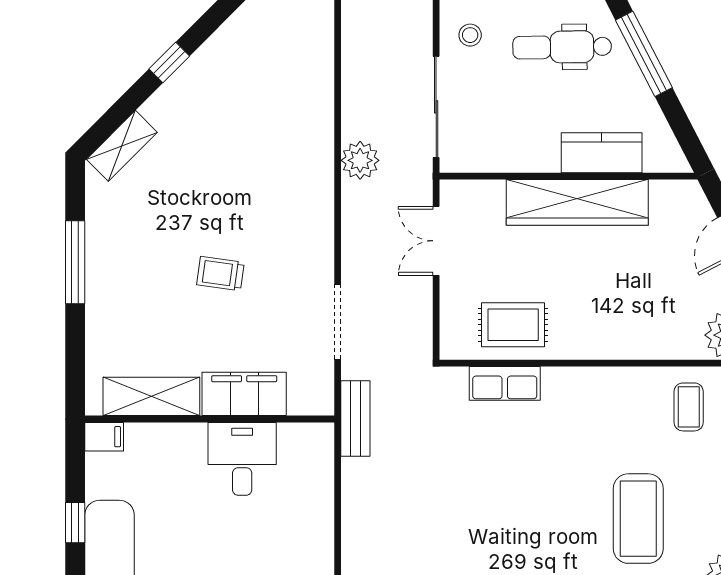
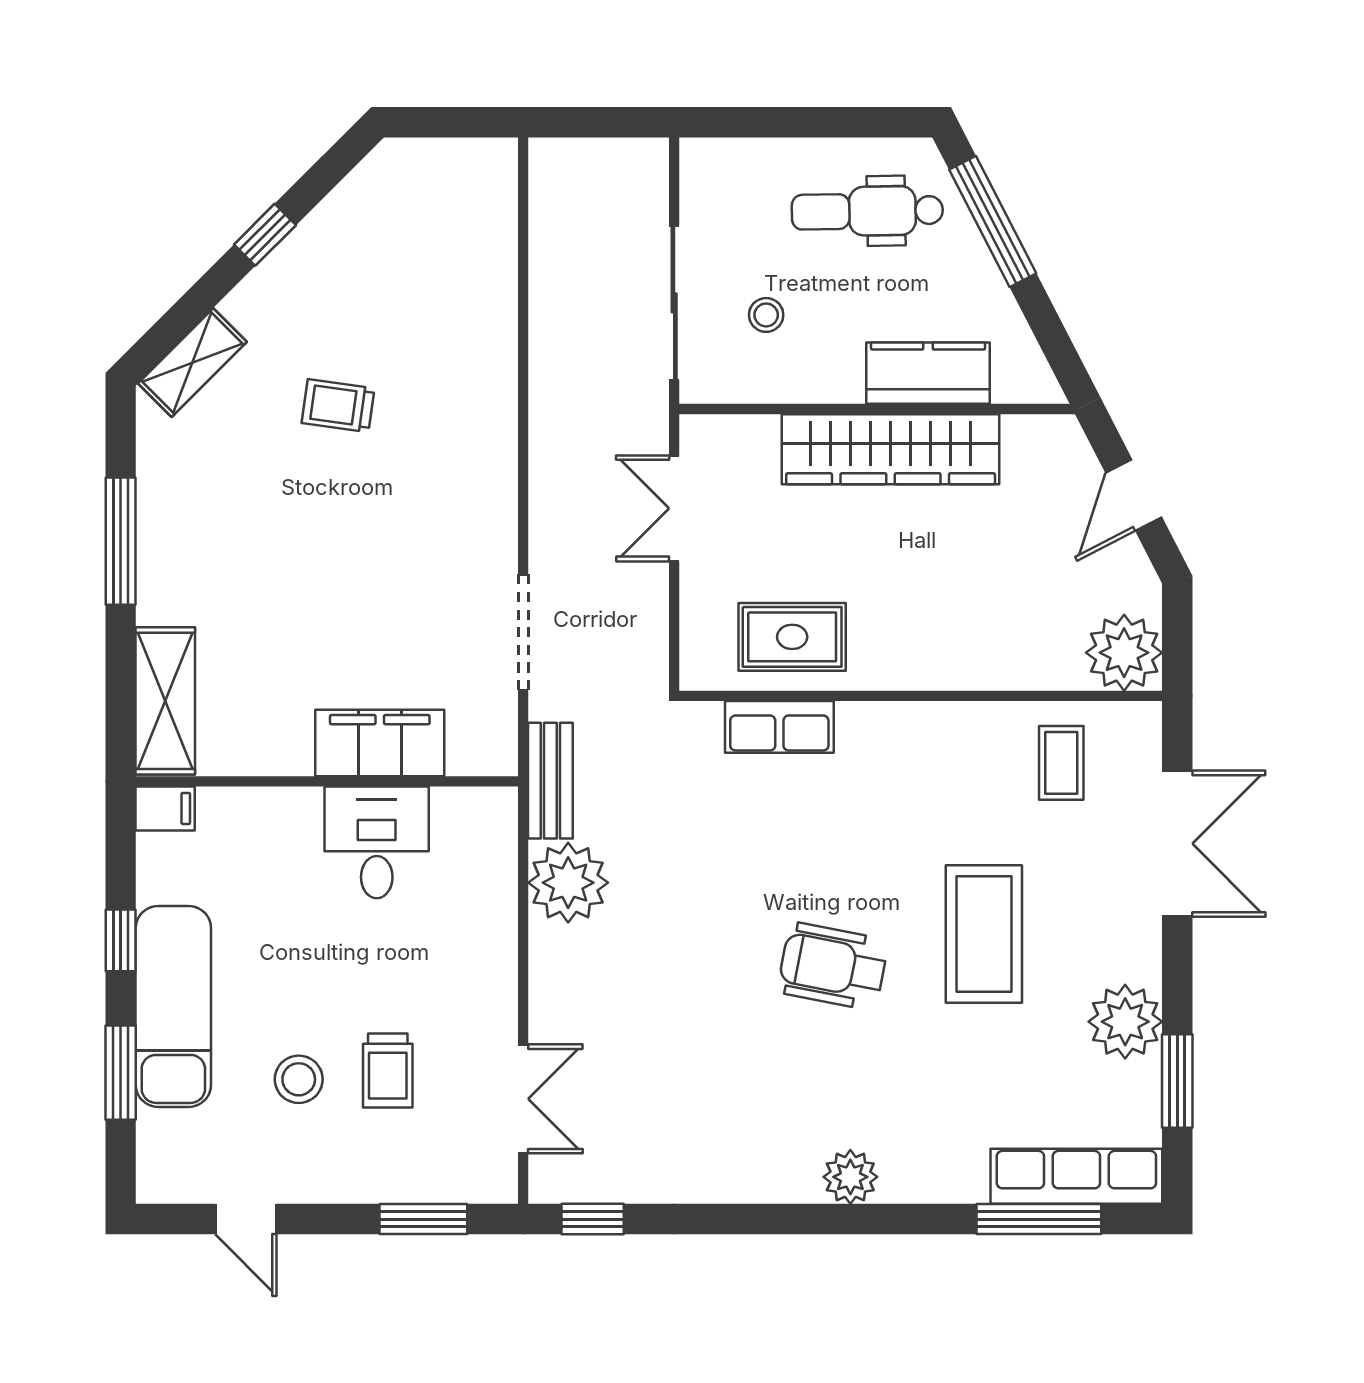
stool: (470, 35) -> (766, 315), moved
plant: (360, 160) -> (568, 883), moved, width x1.36, depth x1.36
trolley: (220, 274) -> (338, 406), moved
shelving: (151, 396) -> (165, 701), moved, turned 90
wheelchair: (540, 540) -> (833, 966), added

